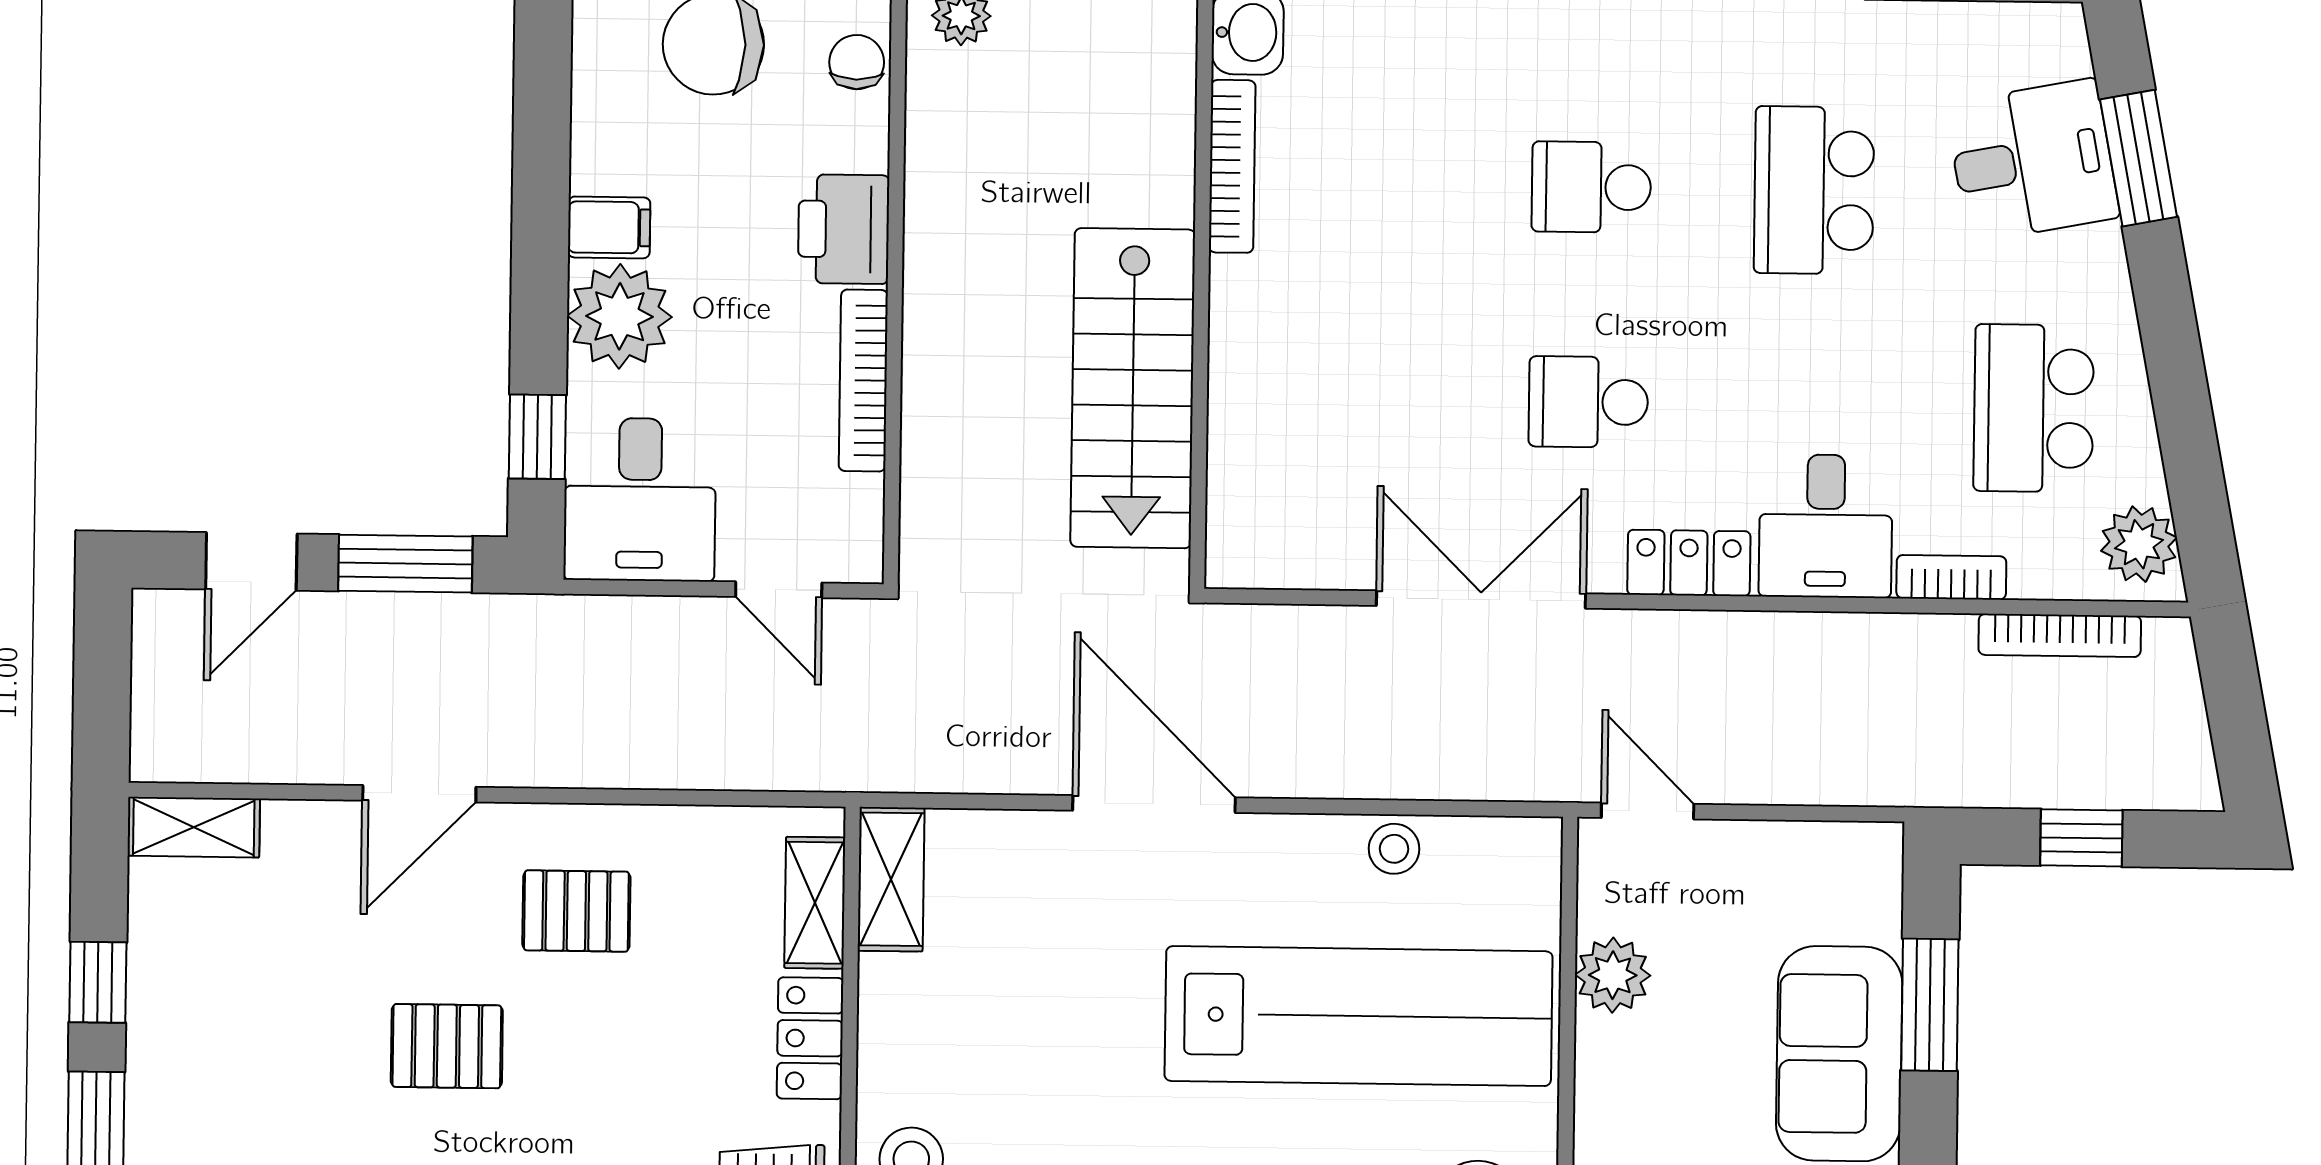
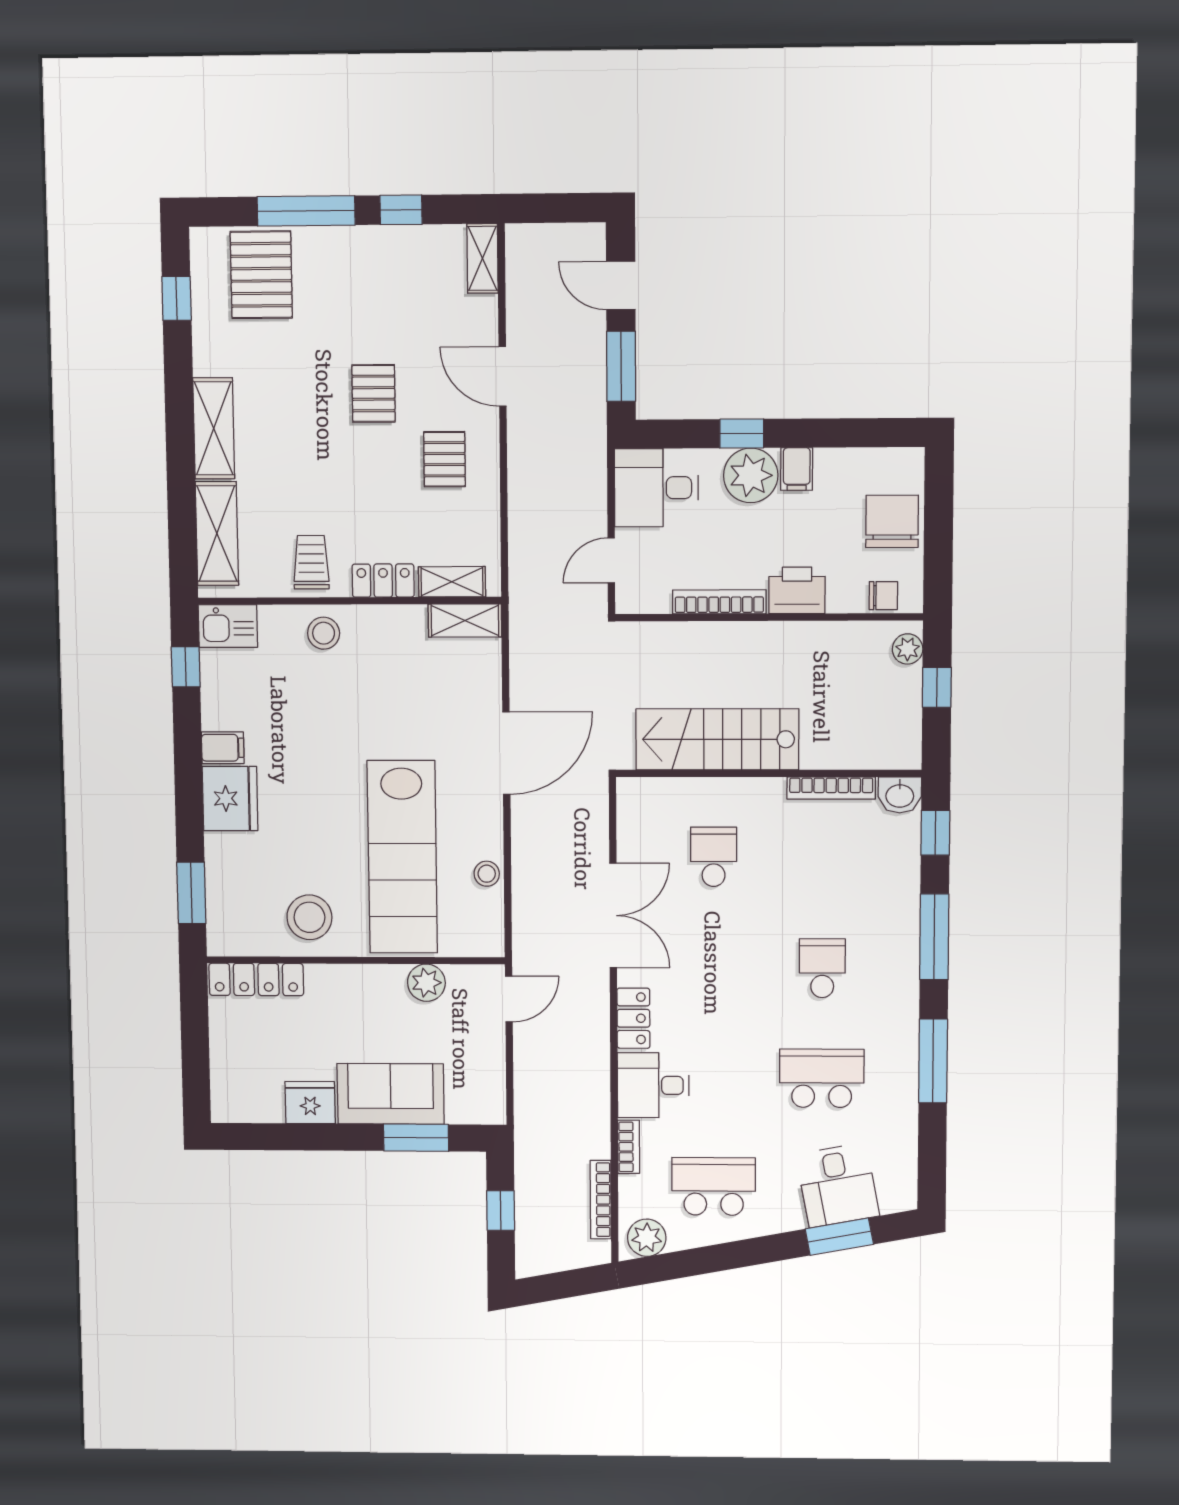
school desk: (1588, 402) -> (714, 857), moved
window: (537, 437) -> (742, 434), moved

